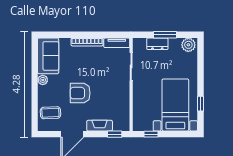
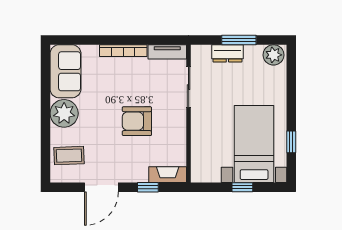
plant: (43, 80) -> (64, 113), width x1.88, depth x1.88
armchair: (80, 93) -> (137, 121), moved
fireplace: (100, 126) -> (168, 175), moved
window: (115, 134) -> (148, 187), moved
window: (151, 134) -> (242, 187), moved

